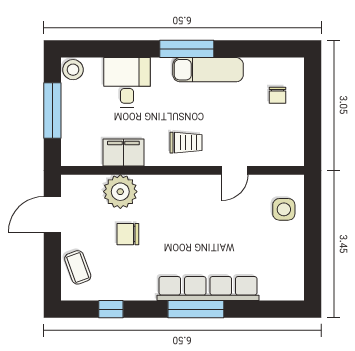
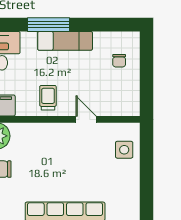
trolley: (186, 143) -> (48, 98), turned -90
door: (235, 170) -> (86, 119), swing flipped

